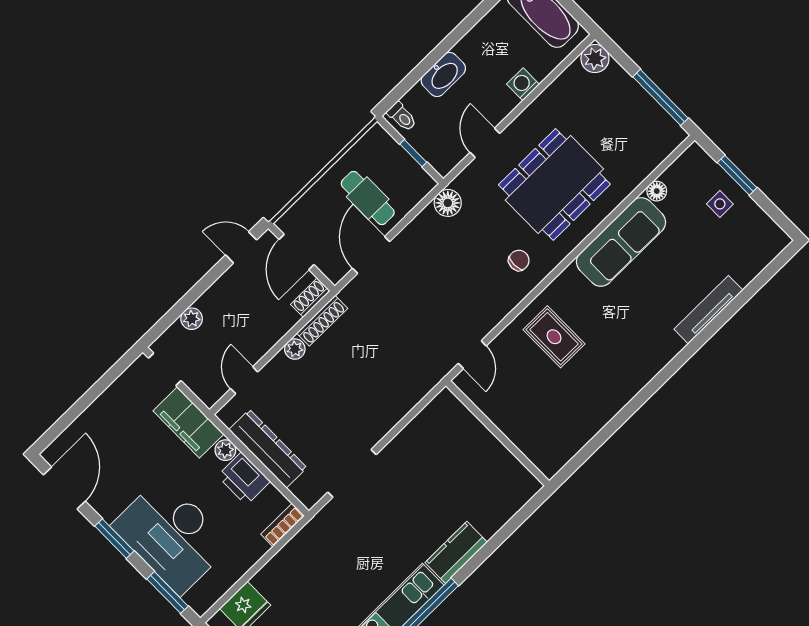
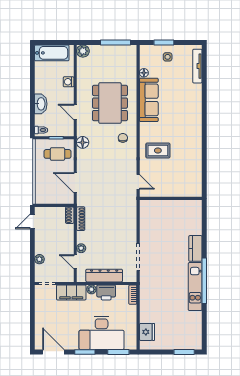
cafe table: (368, 198) -> (57, 154), moved
door: (296, 252) -> (51, 205), removed
tv unit: (708, 310) -> (197, 66), moved
plant: (295, 349) -> (81, 248), moved

